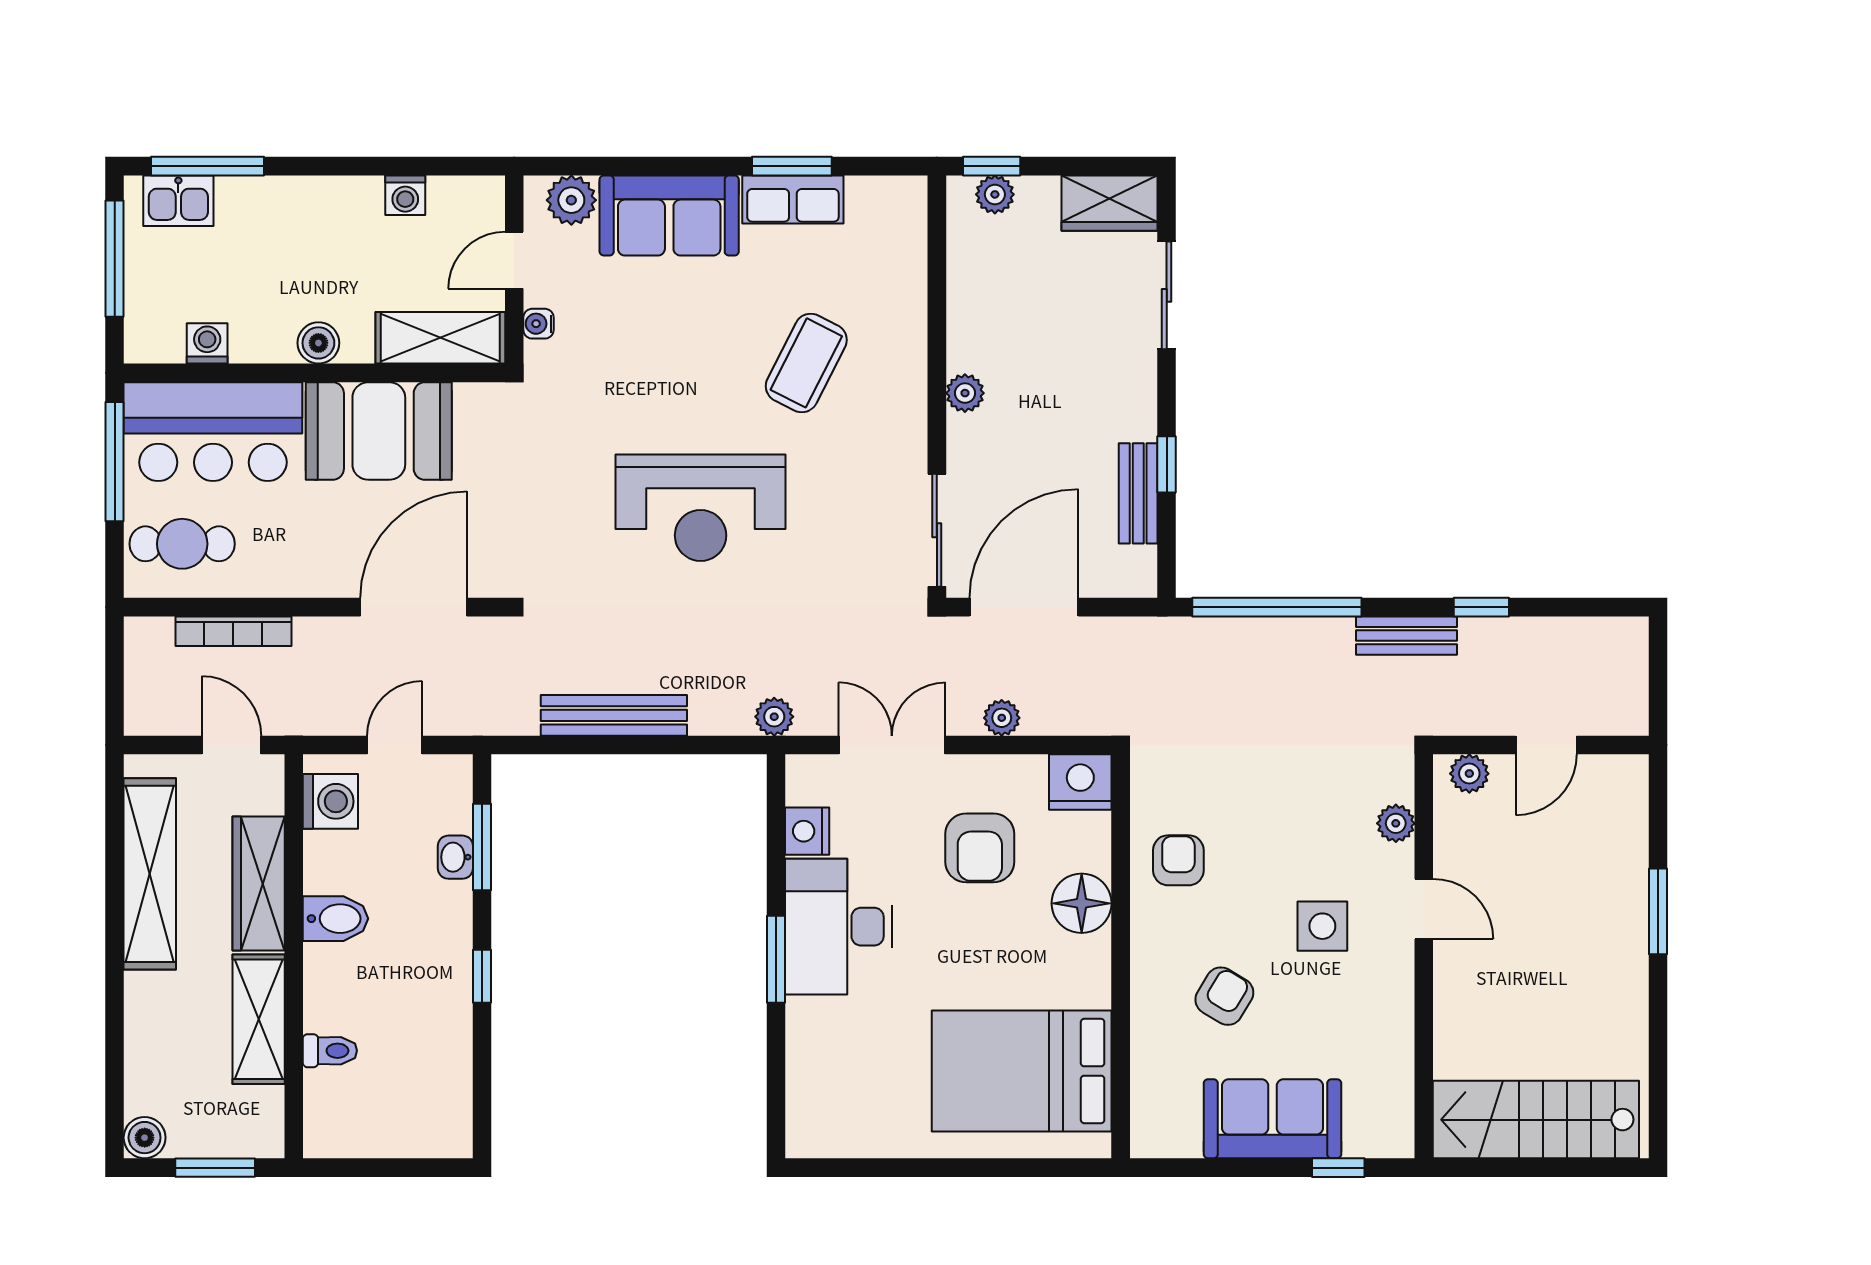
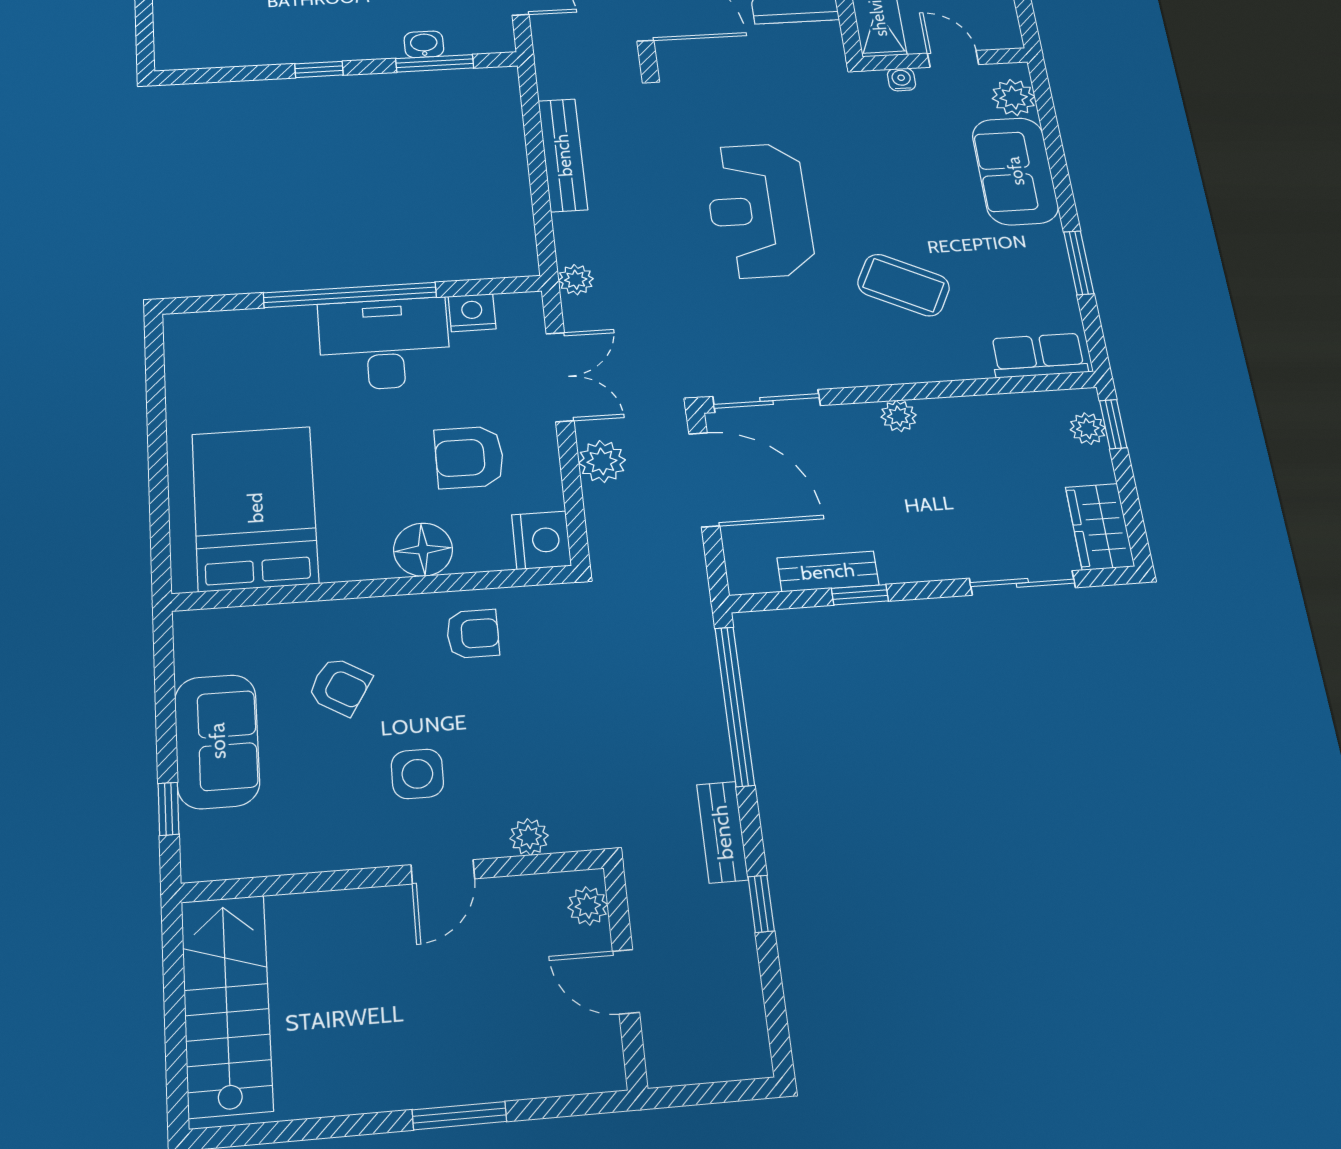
row of seats: (793, 200) -> (1039, 355), moved, turned 90
plant: (1002, 718) -> (602, 461), width x1.38, depth x1.38
window: (776, 959) -> (350, 295), width x2.11

